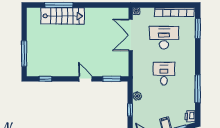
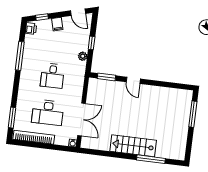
stairs: (63, 16) -> (133, 146), moved
window: (45, 79) -> (174, 85), removed

